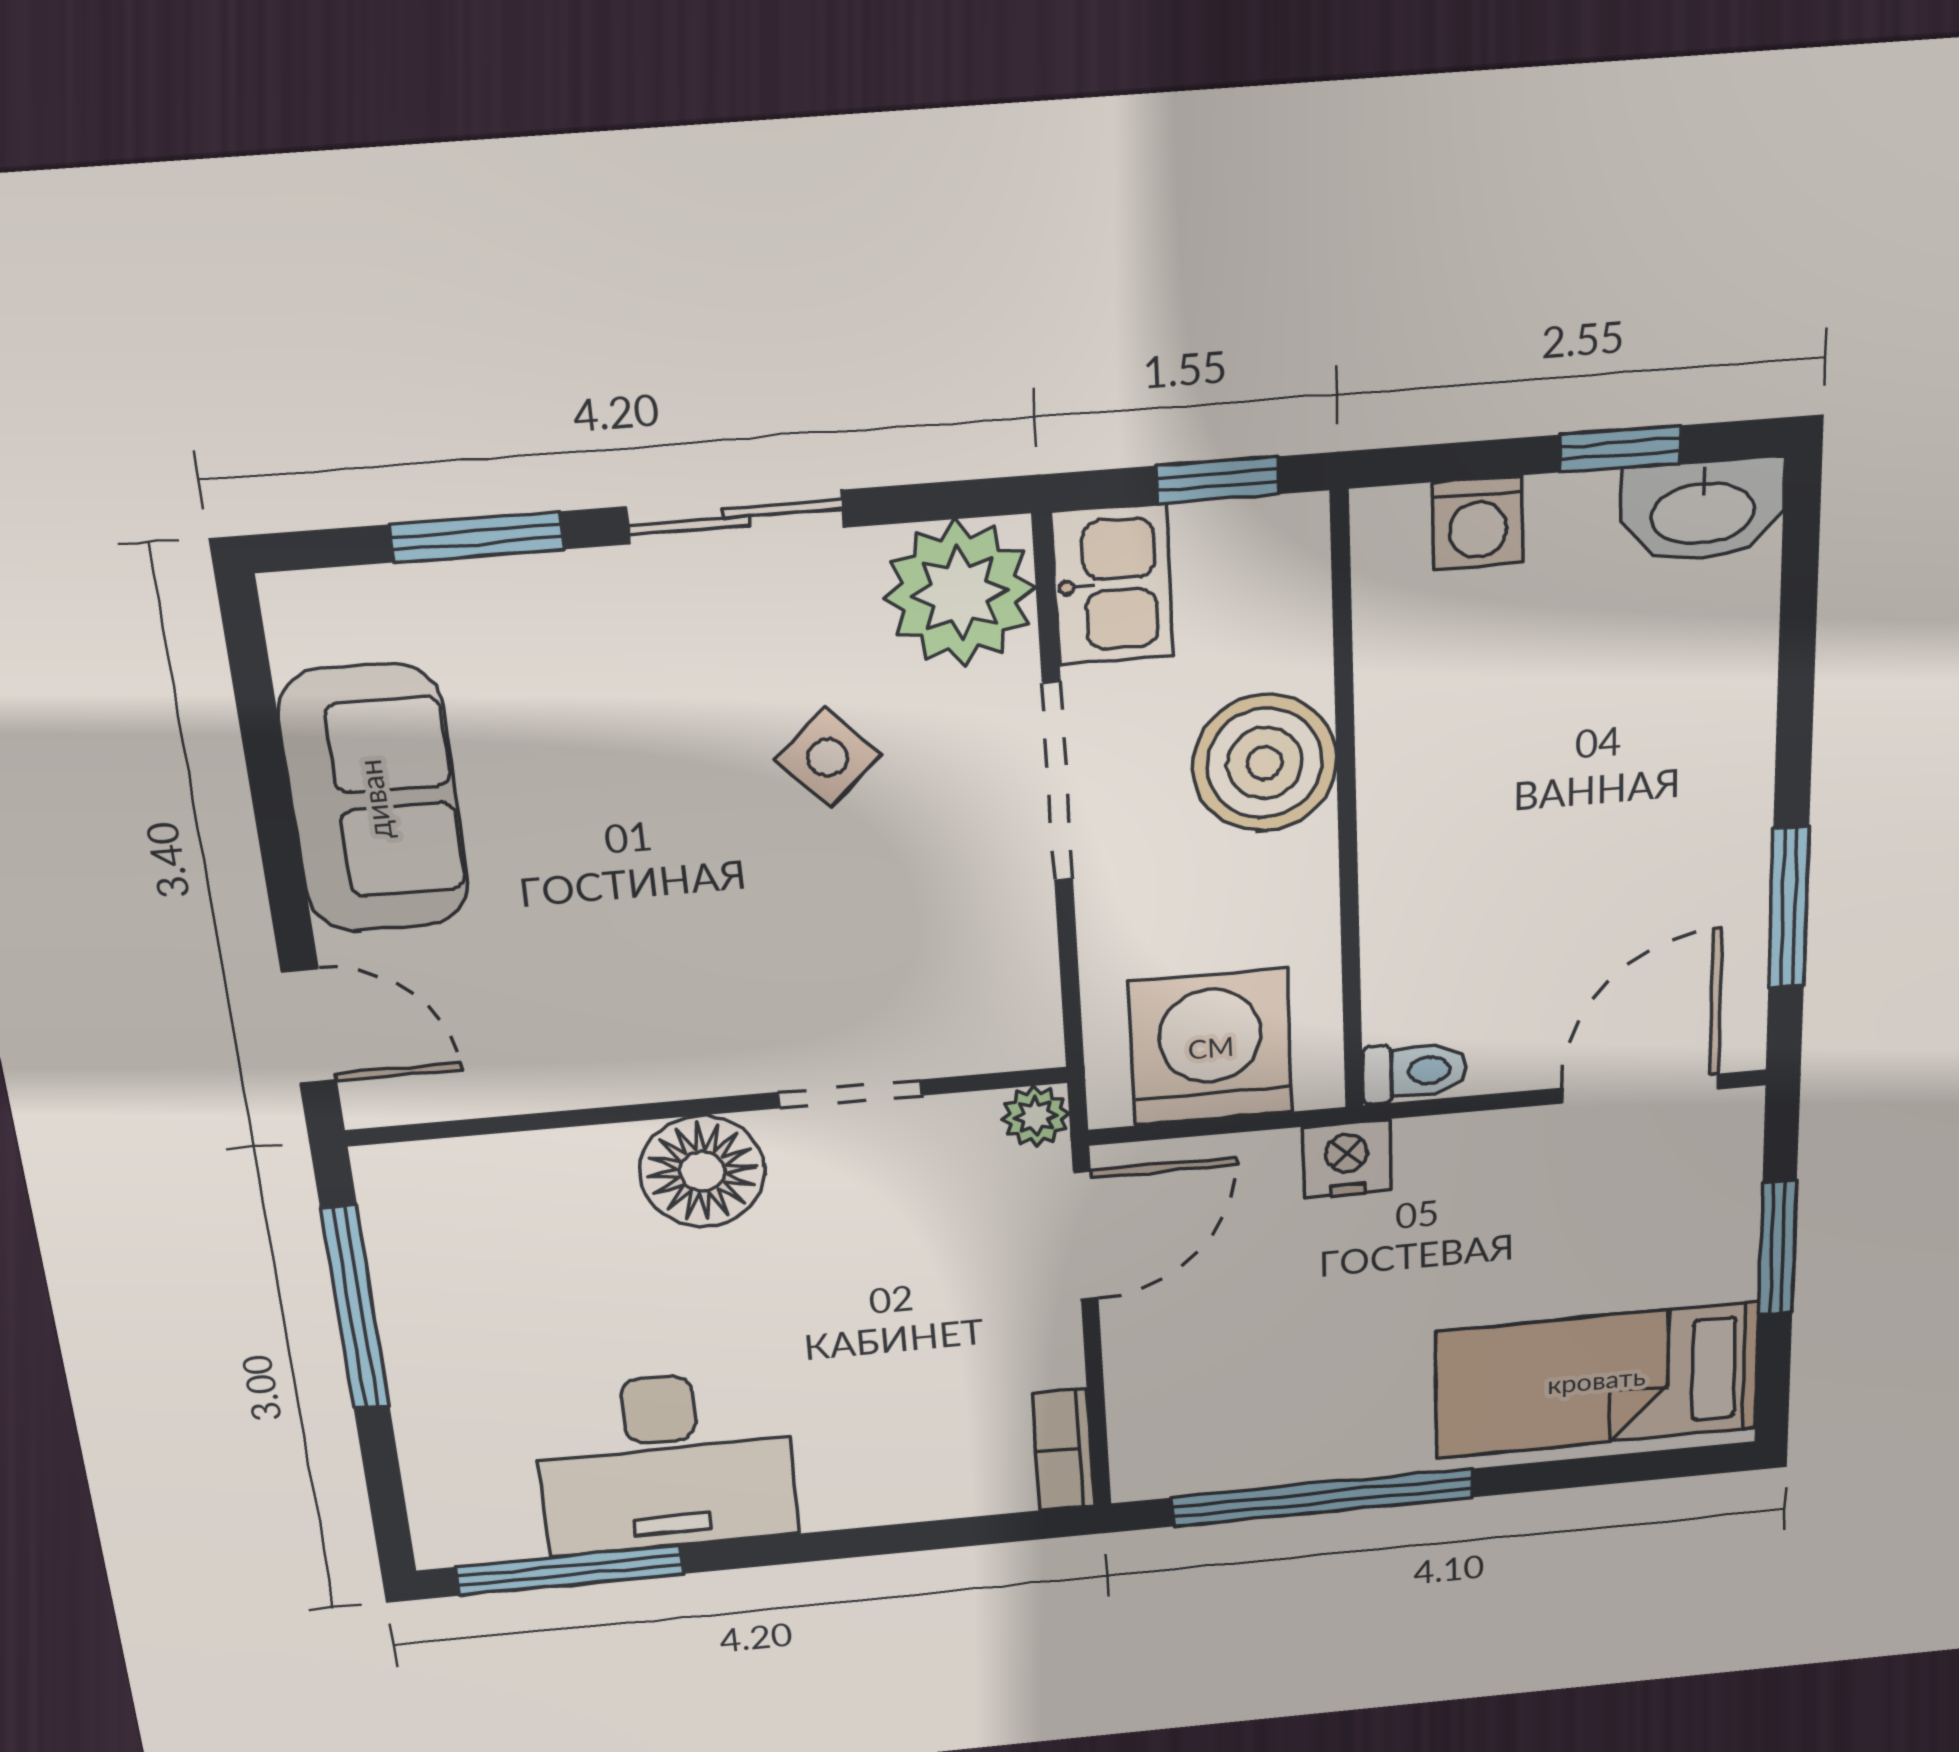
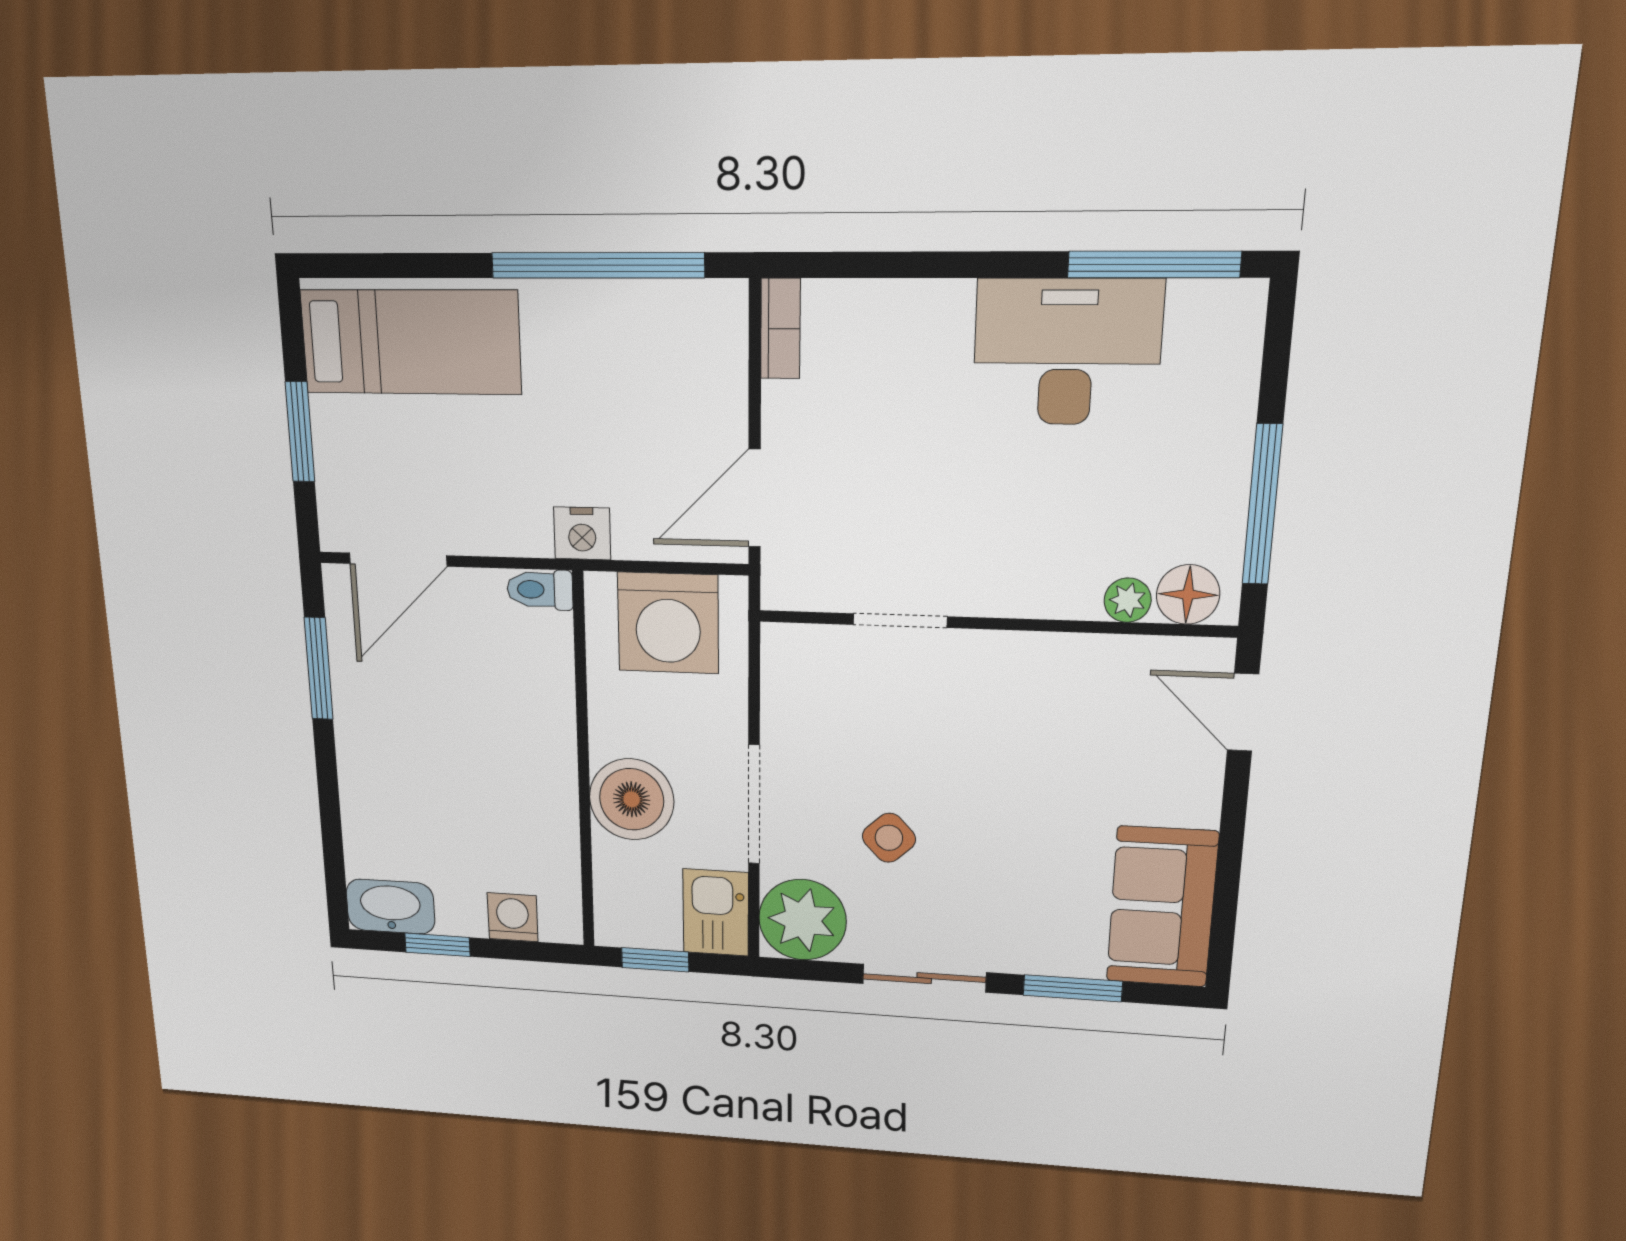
sofa: (374, 799) -> (1162, 907), moved
plant: (1036, 1116) -> (1128, 600), moved
floor lamp: (702, 1171) -> (1188, 594), moved, width x0.73, depth x0.73

